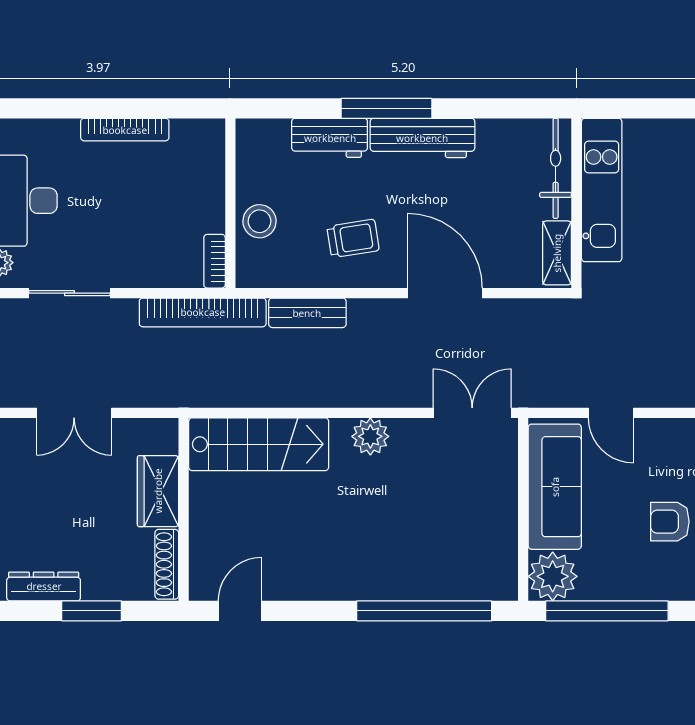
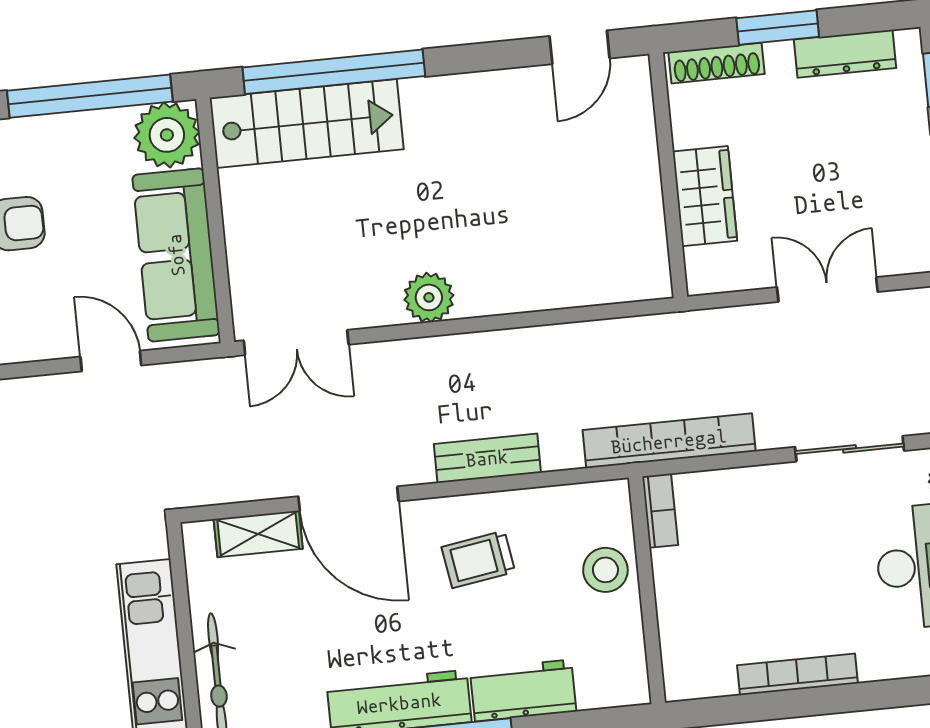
shelving: (557, 253) -> (258, 534), moved, turned 90
bench: (307, 313) -> (487, 458), moved
stairs: (259, 444) -> (307, 124), moved, turned 180
shoe rack: (167, 564) -> (716, 63), moved, turned 90

